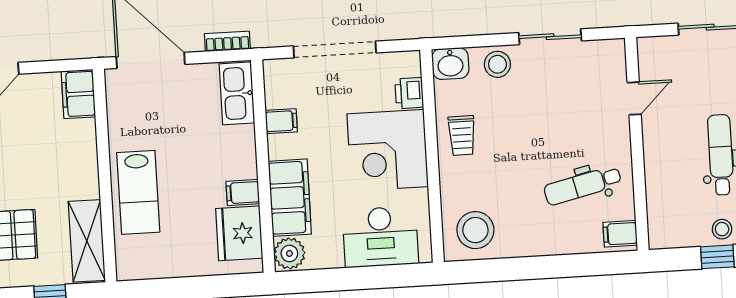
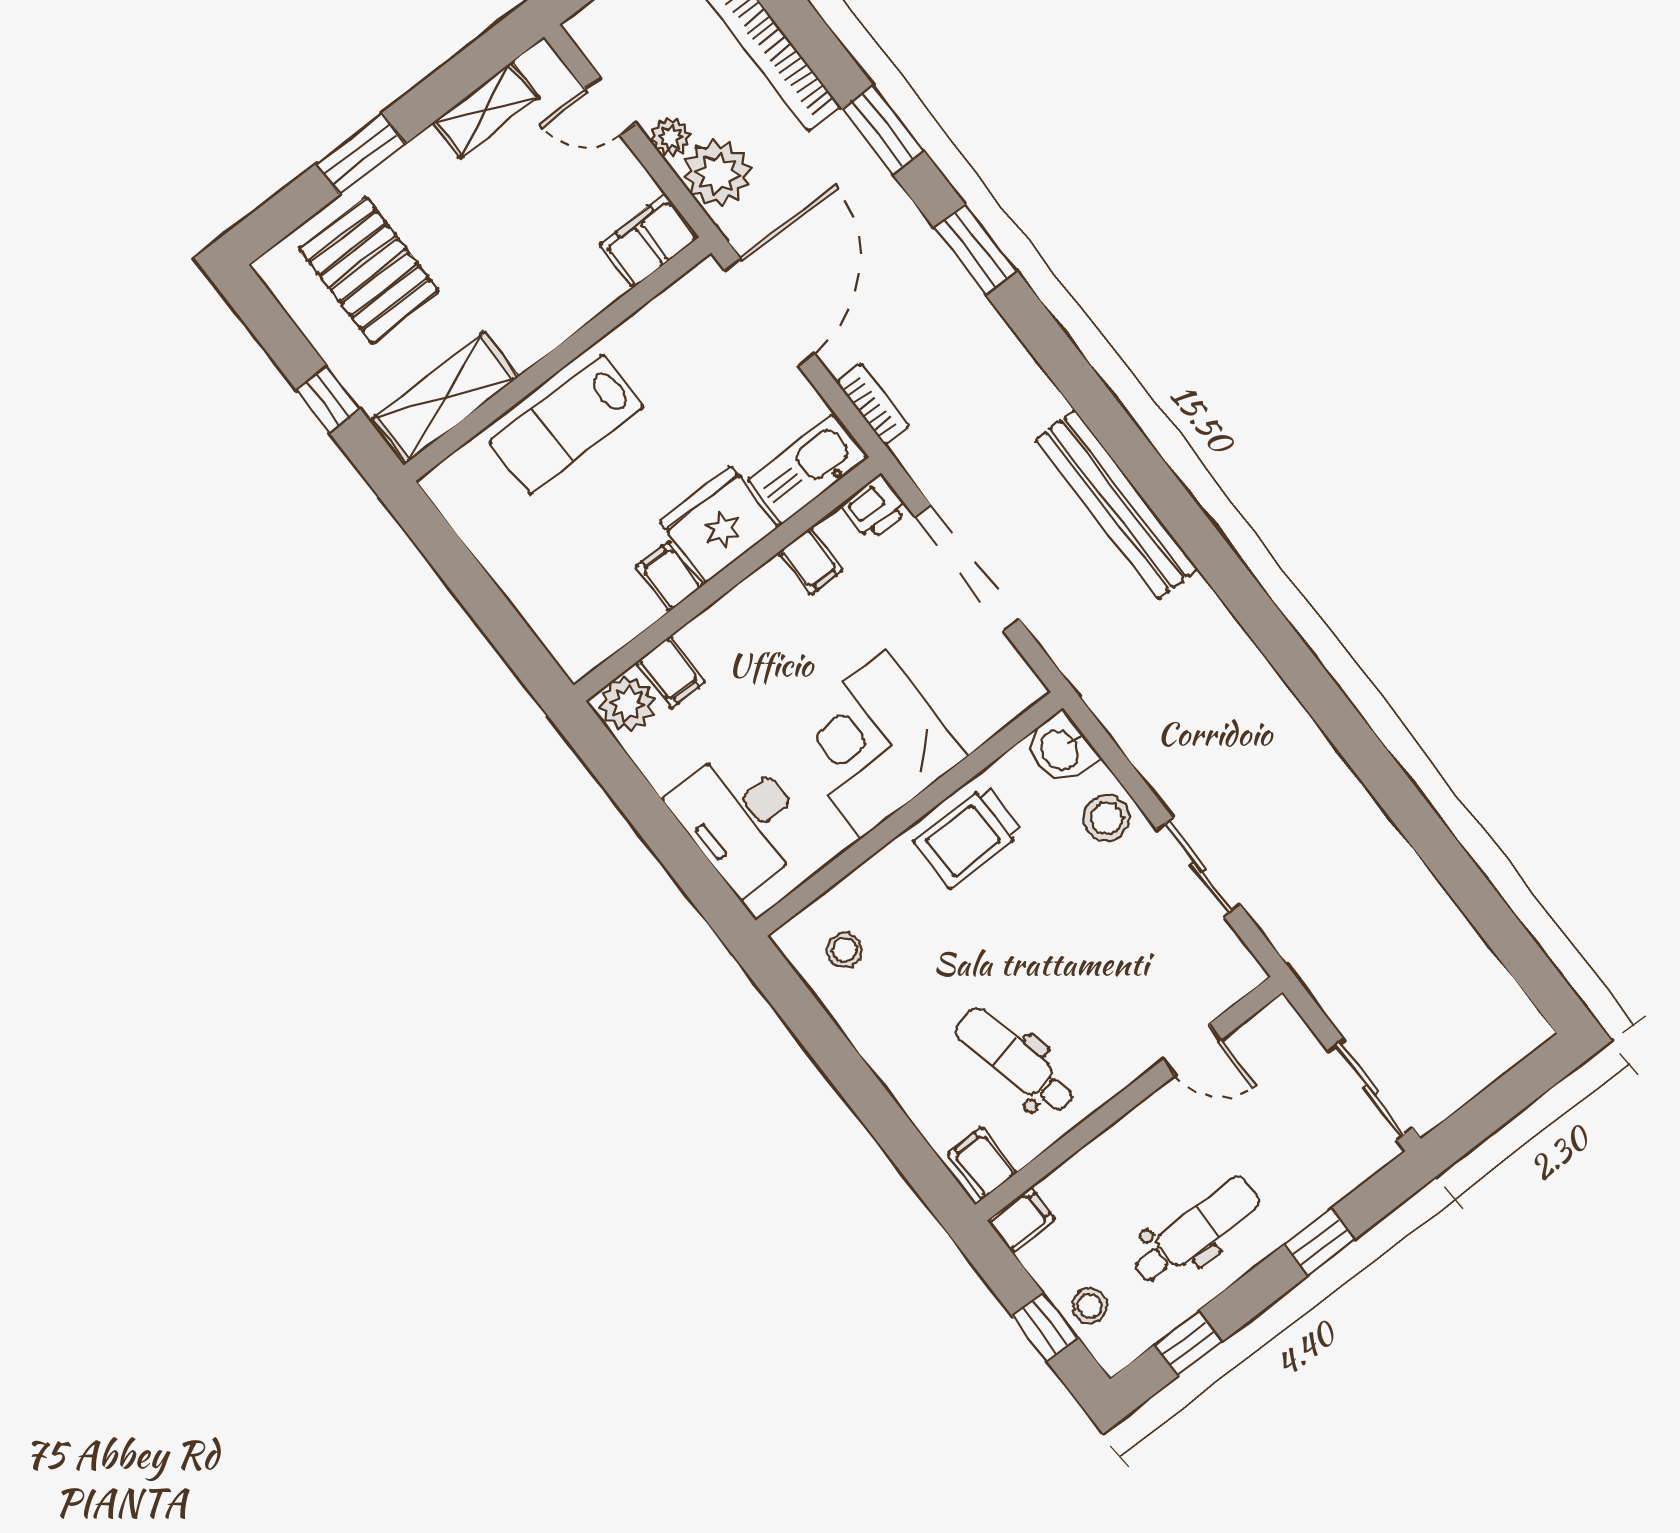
plant: (68, 40) -> (717, 173), added
plant: (36, 51) -> (671, 137), added
printer: (409, 93) -> (875, 507), moved, turned 180
trolley: (462, 135) -> (968, 837), width x1.36, depth x1.39
filing cabinet: (290, 198) -> (670, 672), width x0.33, depth x0.86
stool: (475, 230) -> (845, 950), width x0.53, depth x0.53
fridge: (239, 233) -> (719, 524), moved
filing cabinet: (659, 234) -> (1021, 1220), added

